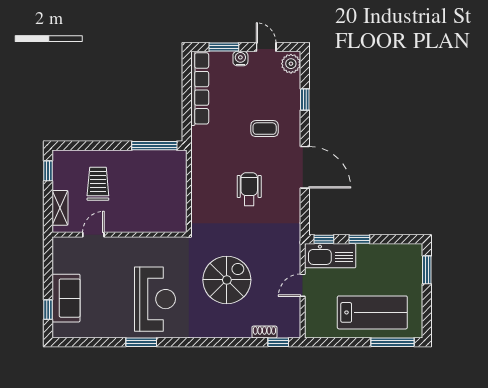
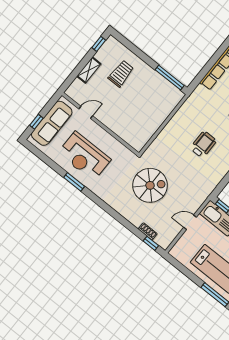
door: (93, 235) -> (86, 112), moved
wall: (120, 235) -> (100, 124), moved
sofa: (66, 298) -> (52, 123), width x1.36
reception desk: (155, 299) -> (84, 156), moved, turned 90

